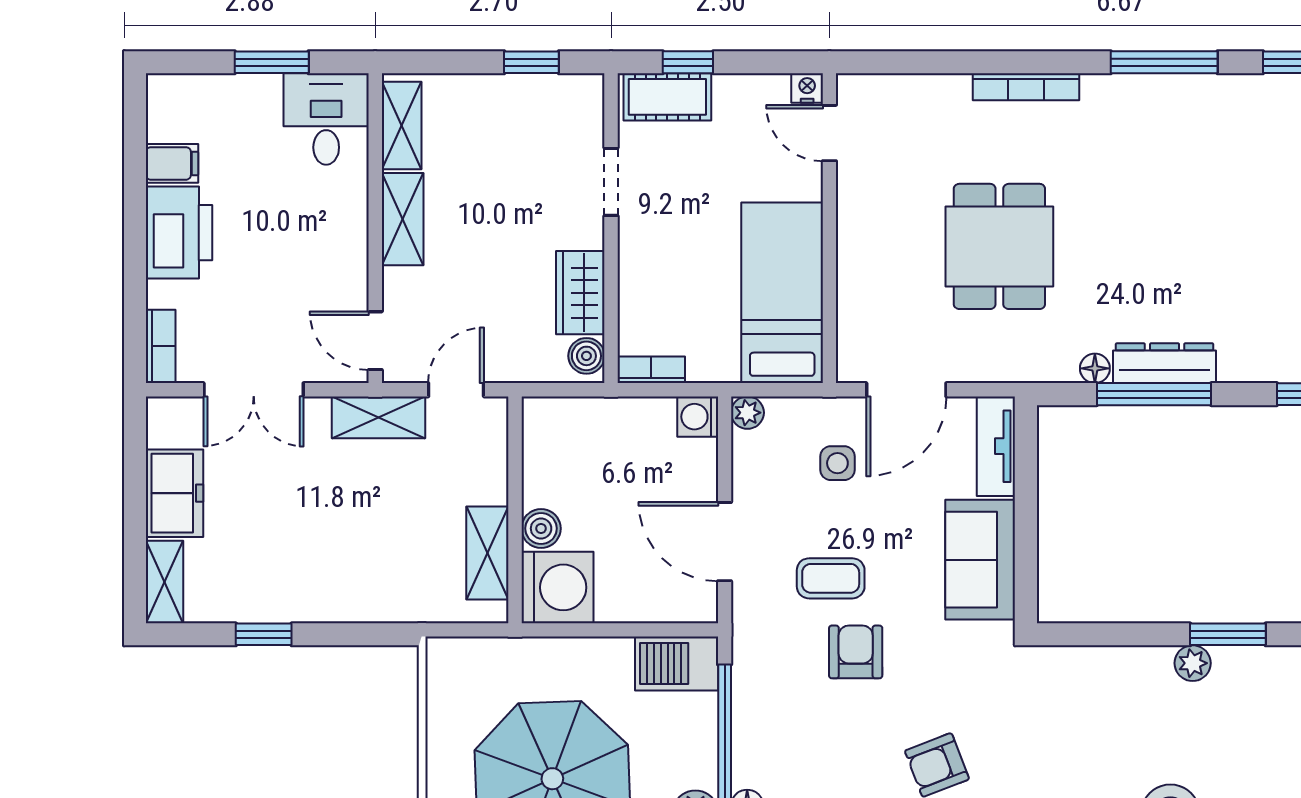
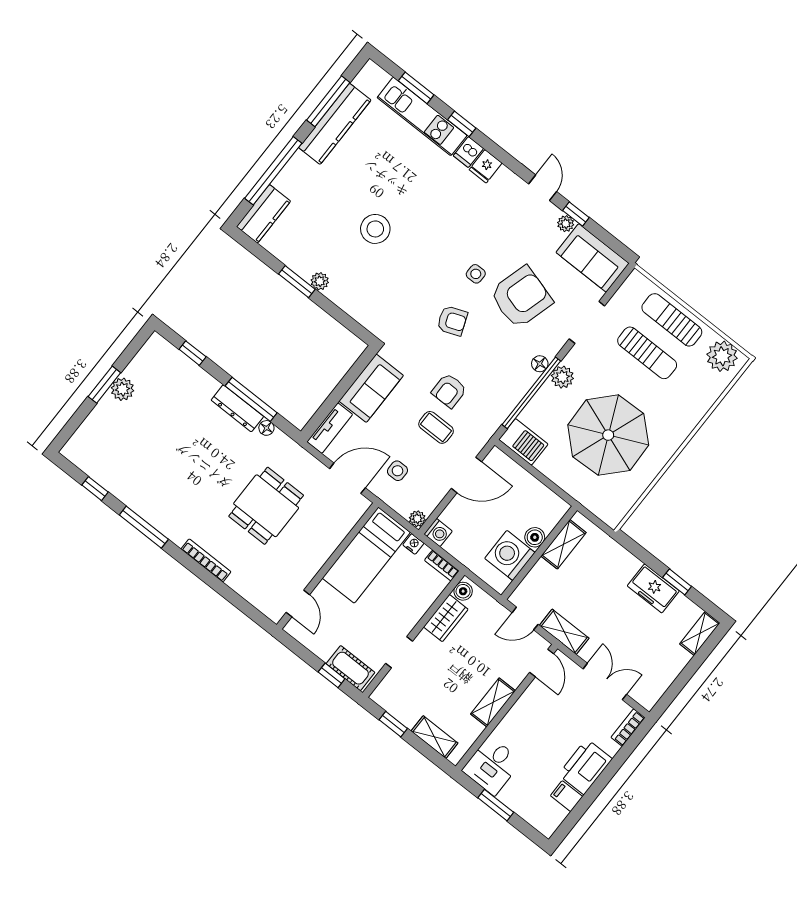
nightstand: (807, 88) -> (413, 544), moved, turned 180
shelving: (402, 126) -> (435, 737), moved, turned 90
freezer: (175, 493) -> (653, 588), moved, turned -90
door: (725, 542) -> (466, 475), hinge flipped
washing machine: (557, 587) -> (510, 555), moved

